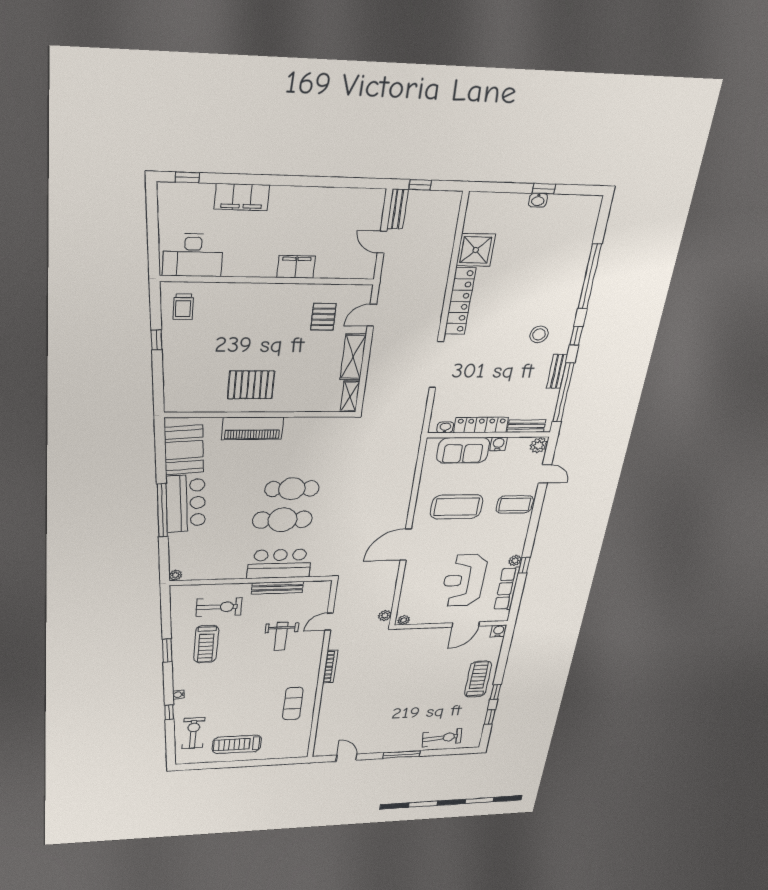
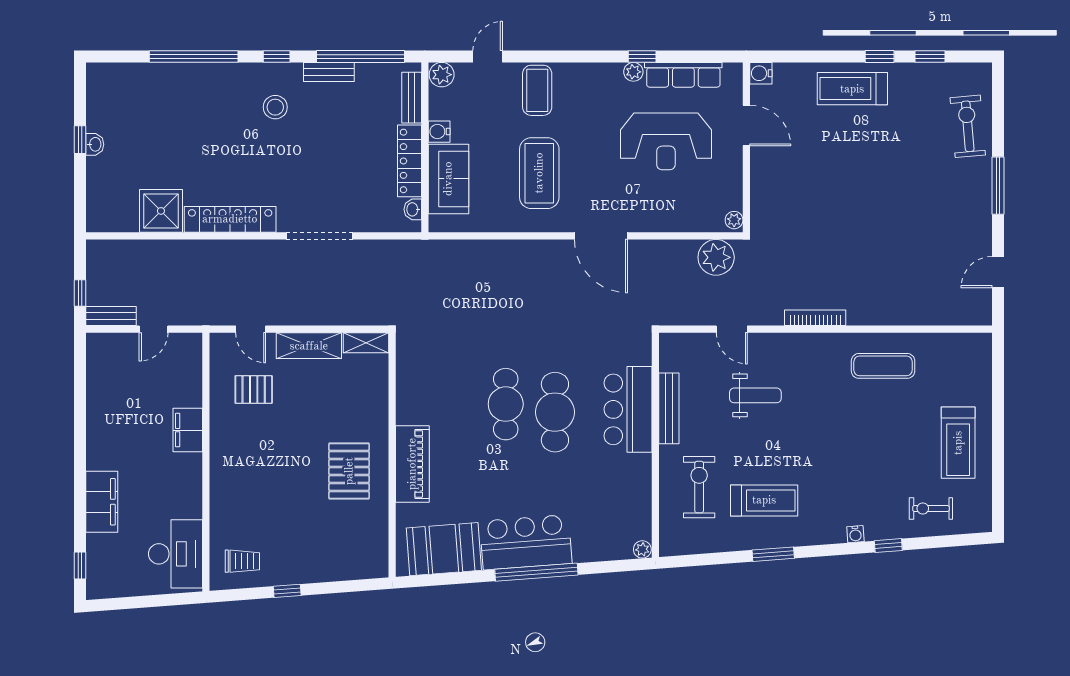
plant: (385, 616) -> (716, 257), width x1.87, depth x1.87
exercise bike: (193, 733) -> (931, 508), width x0.73, depth x0.72

